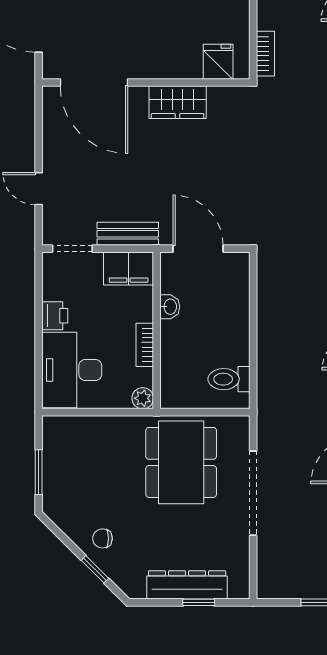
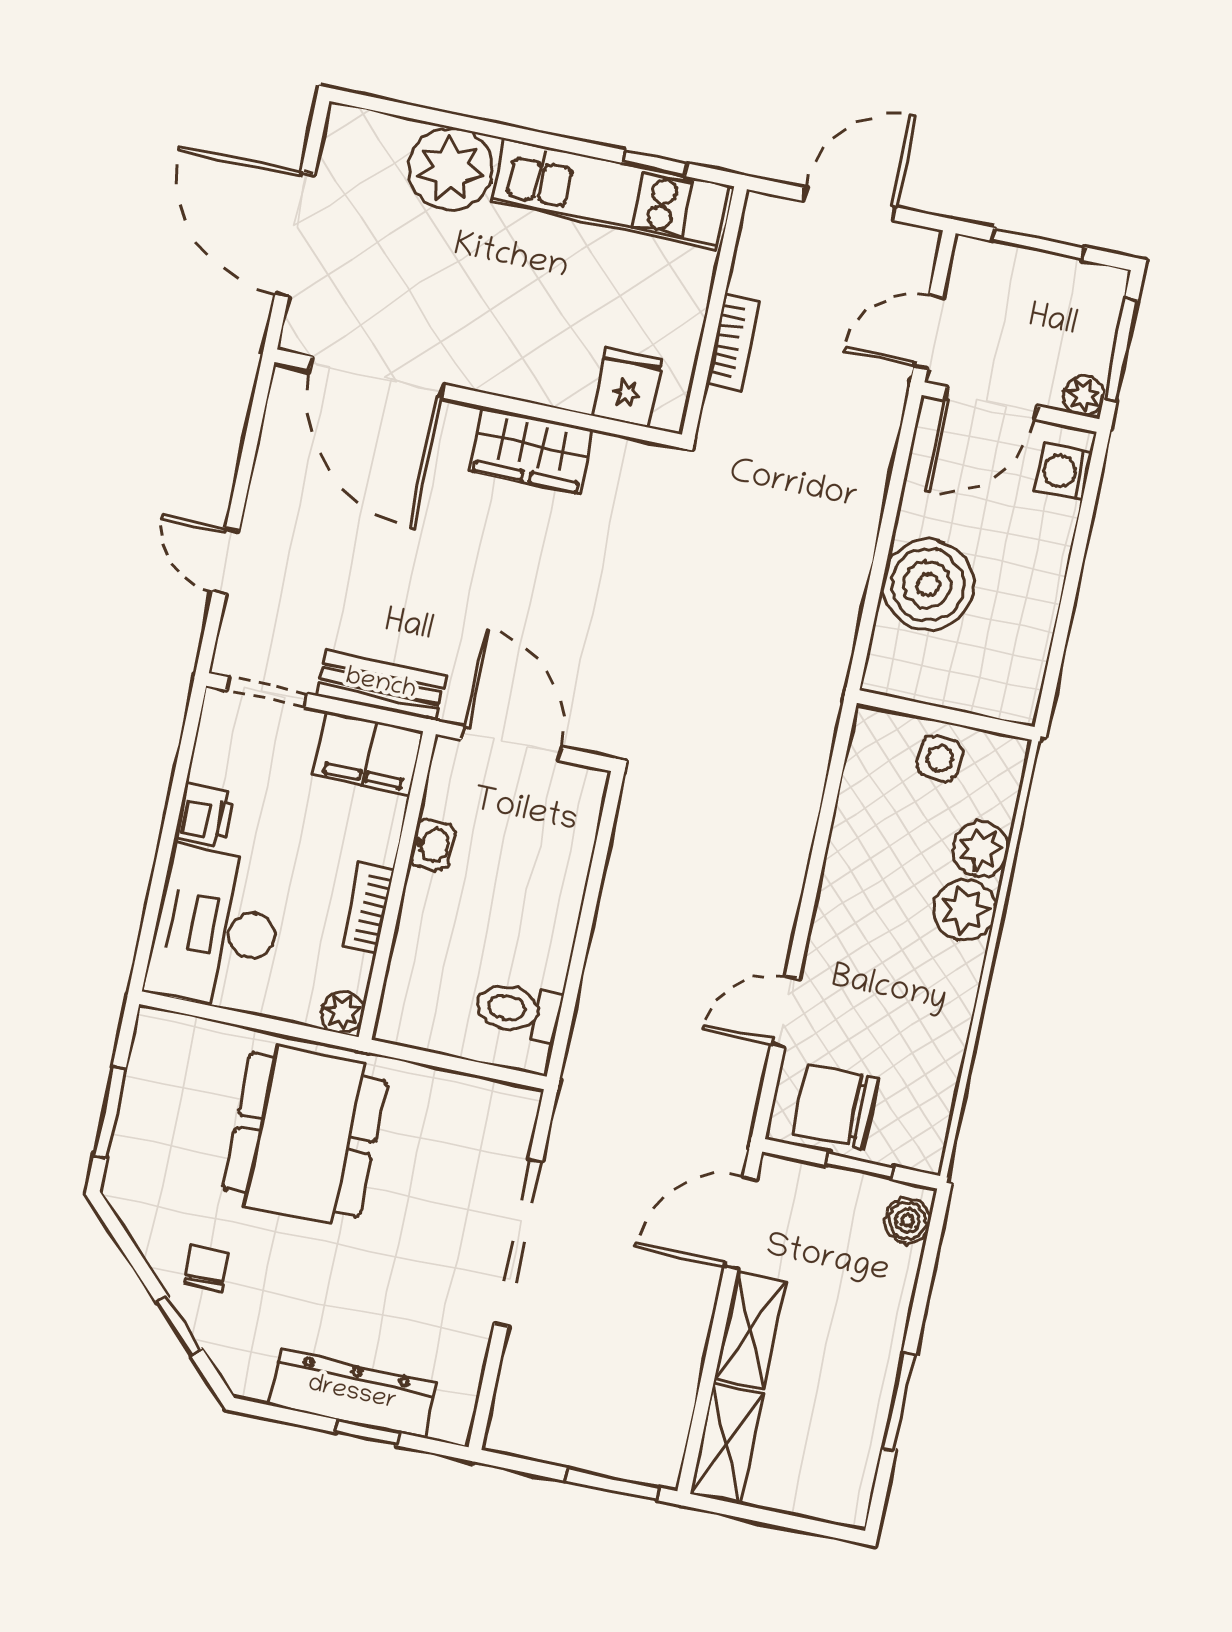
bookcase: (265, 54) -> (733, 342), moved
dining table: (181, 462) -> (305, 1135), moved
chair: (103, 538) -> (207, 1269), turned 90

